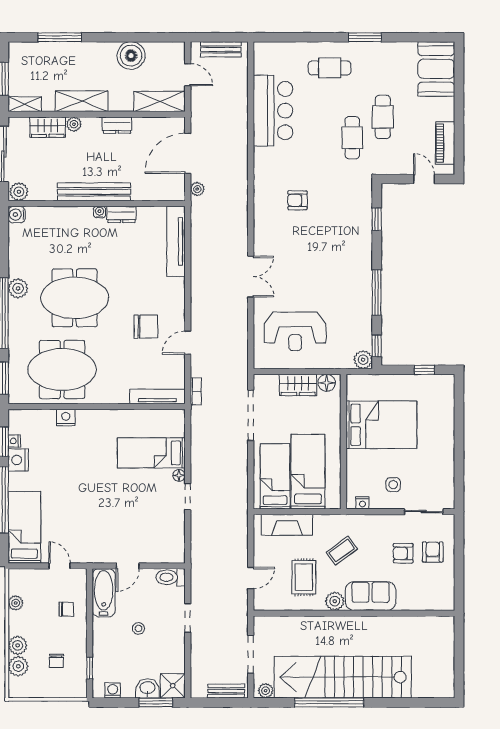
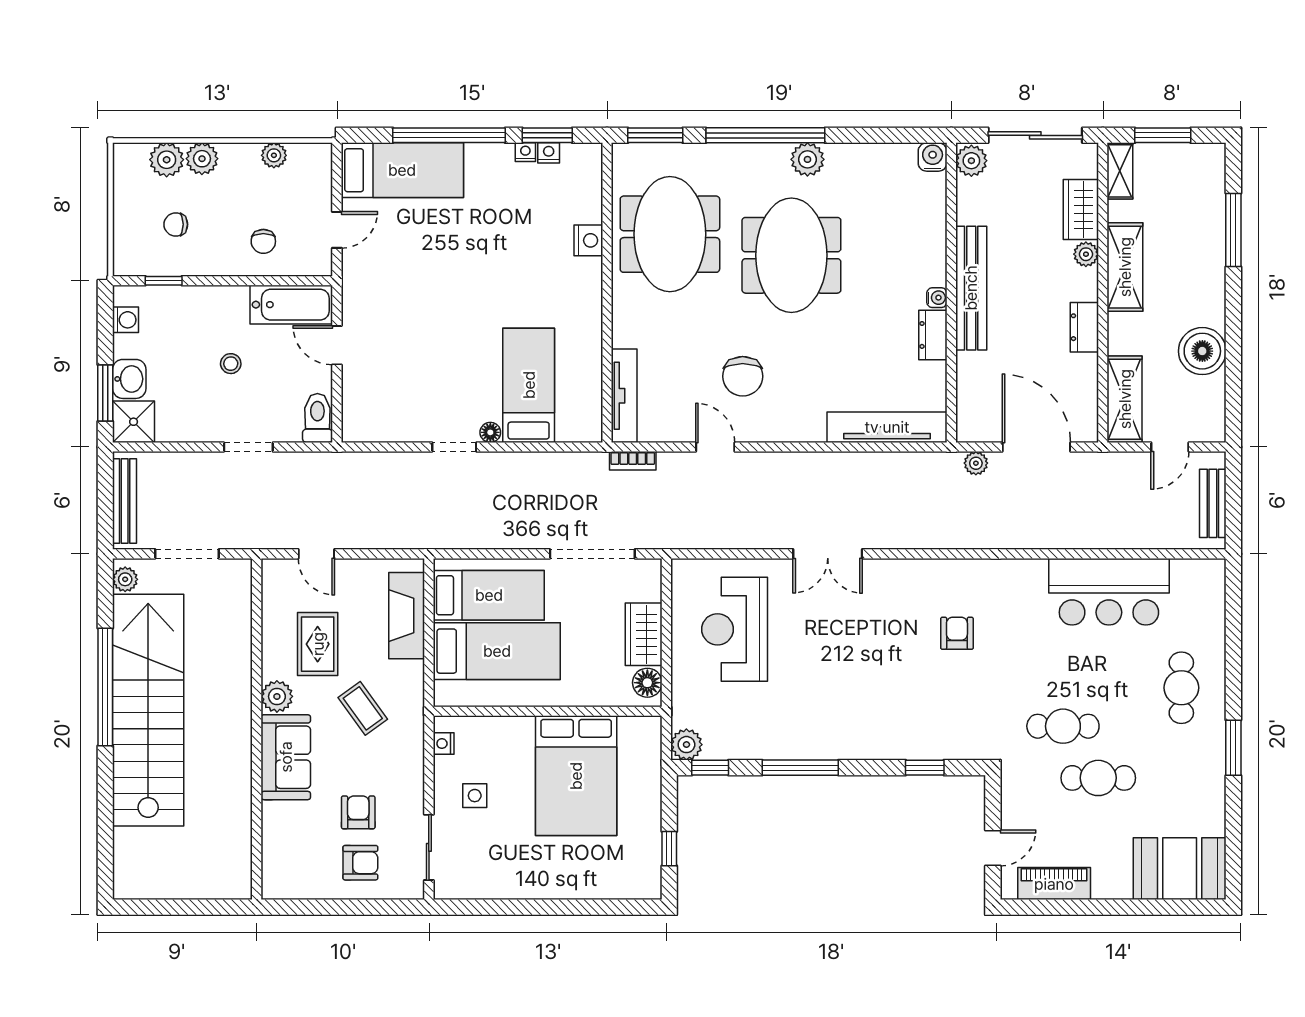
nightstand: (18, 460) -> (525, 152), width x0.53, depth x0.56
rug: (304, 577) -> (318, 644), turned 90
bench: (226, 691) -> (125, 501), width x1.36

